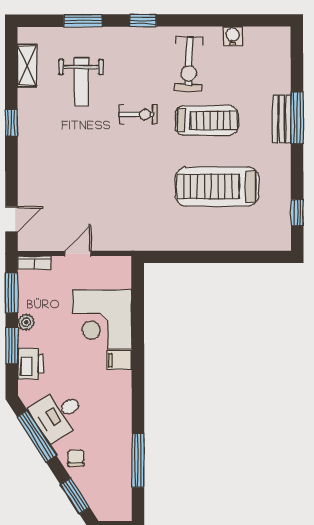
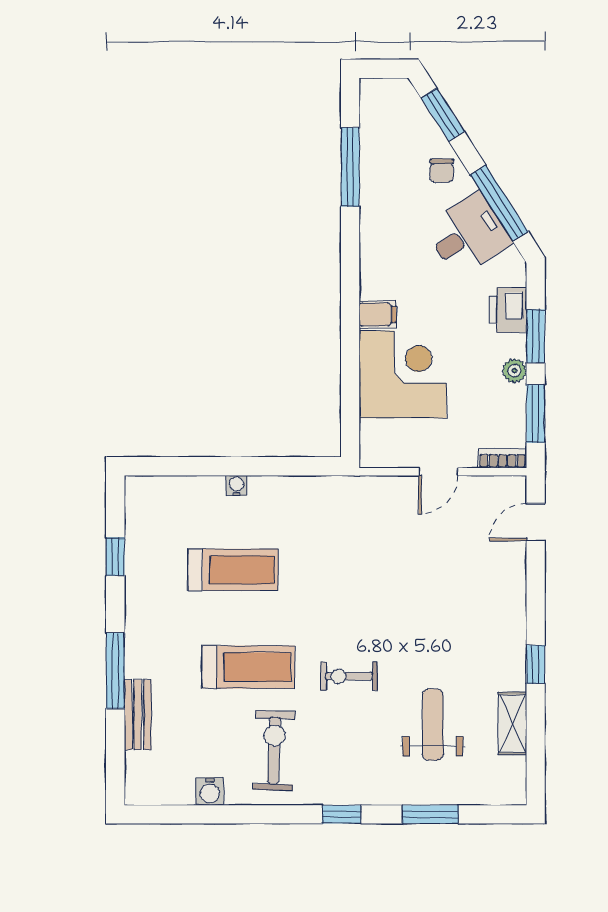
shelving: (27, 65) -> (512, 723), moved
bench: (282, 119) -> (138, 715), moved
treadmill: (207, 120) -> (248, 667), turned 180
treadmill: (217, 187) -> (233, 570), width x0.73, depth x0.73
window: (297, 213) -> (115, 557), moved
water cooler: (215, 244) -> (237, 486), added

